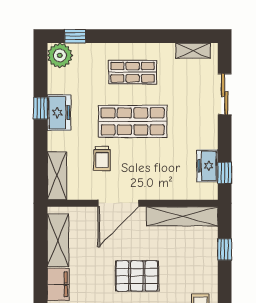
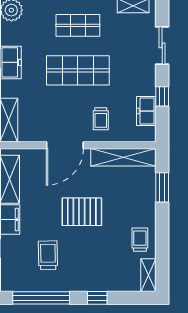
trolley: (102, 158) -> (101, 119), moved
window: (225, 173) -> (162, 96), moved
window: (225, 249) -> (162, 187), width x1.50

